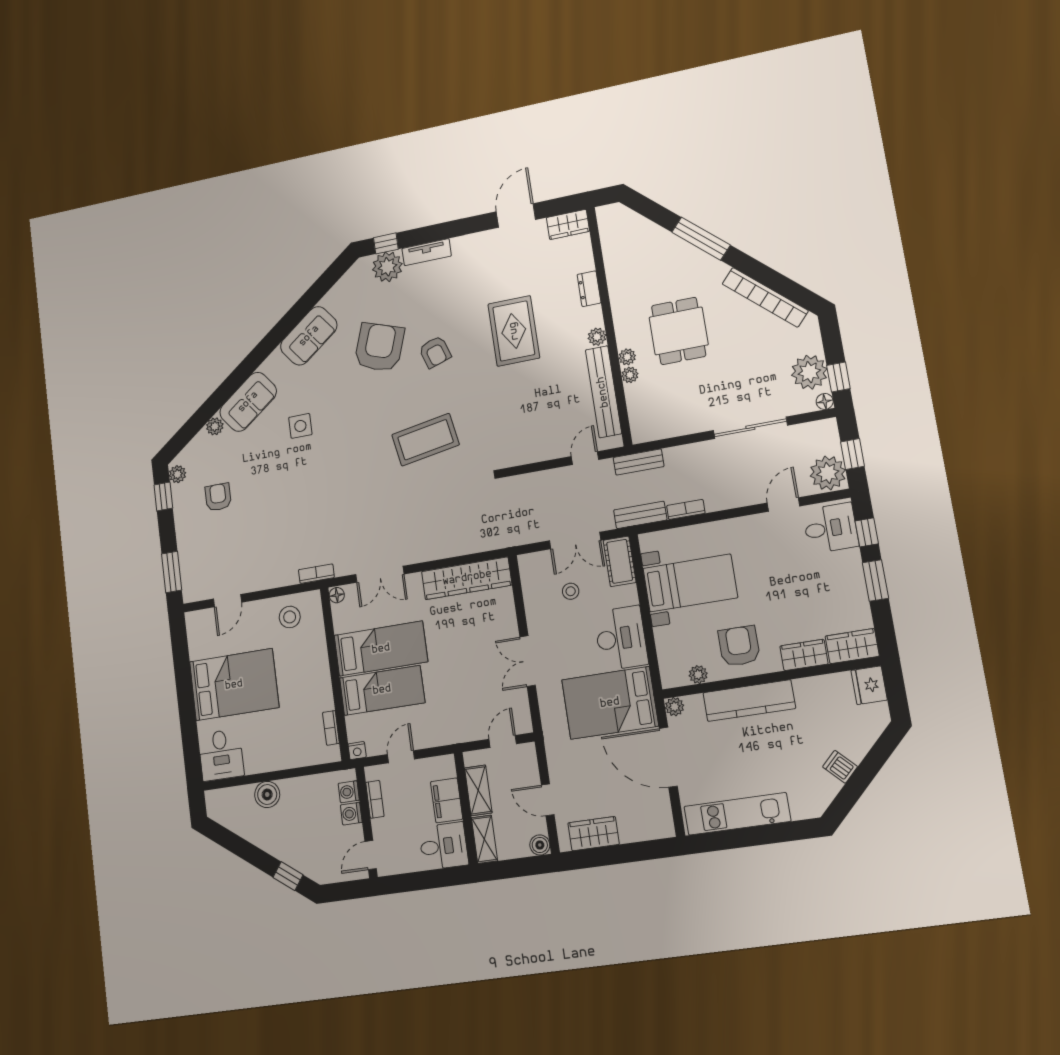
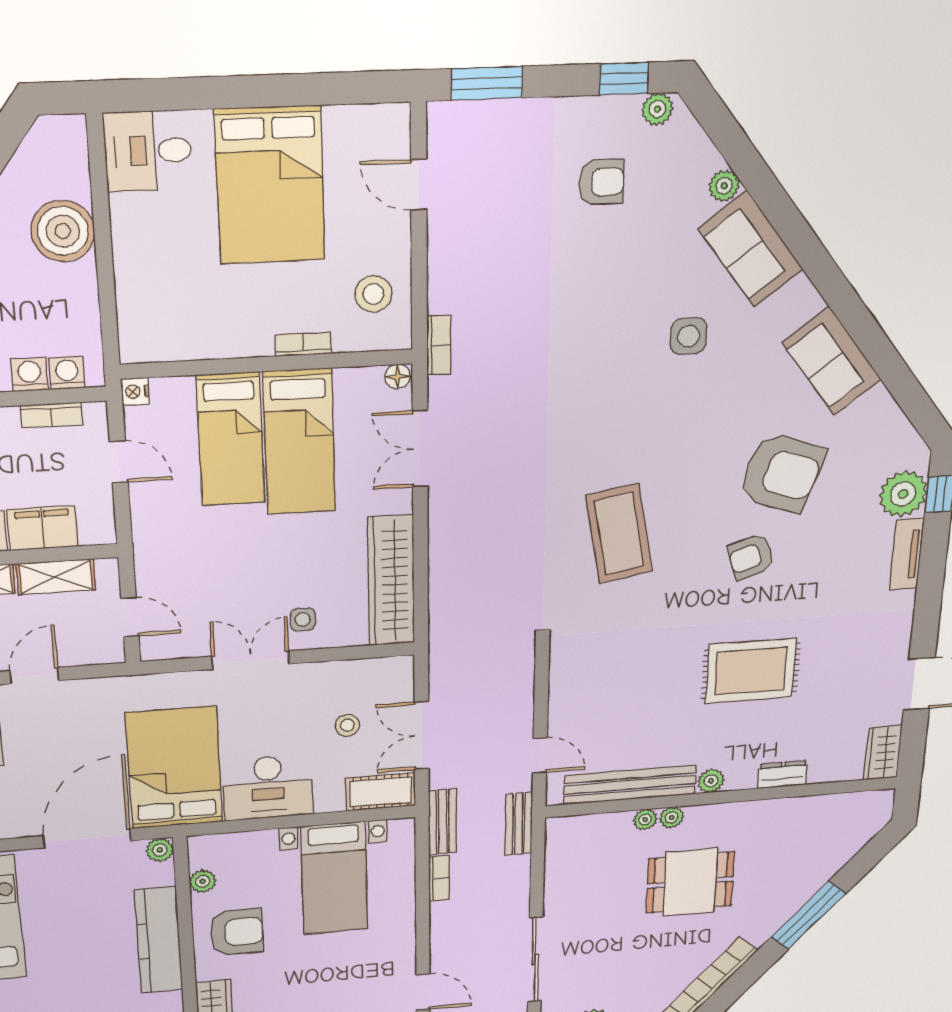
side table: (497, 631) -> (303, 619), added
bookcase: (331, 728) -> (303, 344), moved
boiler: (267, 794) -> (63, 231), width x1.37, depth x1.37

